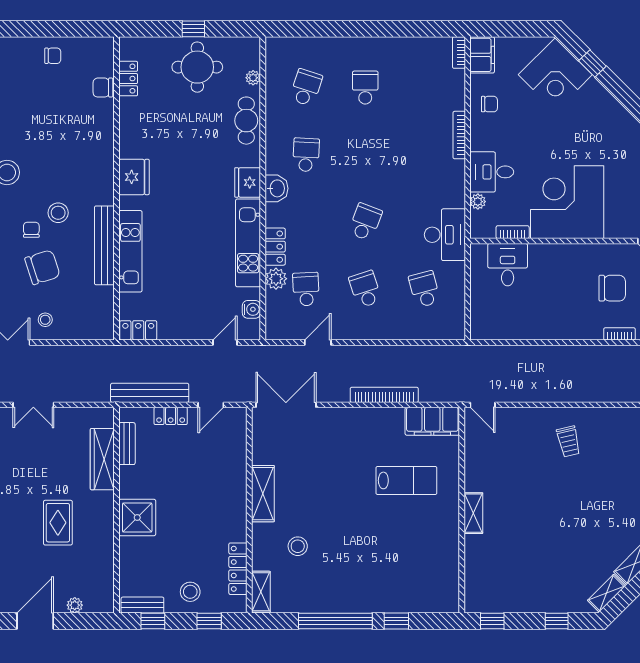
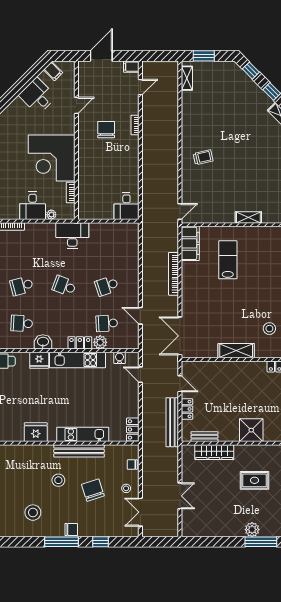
chair: (31, 230) -> (132, 465), moved
desk: (508, 265) -> (126, 206), moved, turned -90
school desk: (424, 289) -> (22, 286), moved

